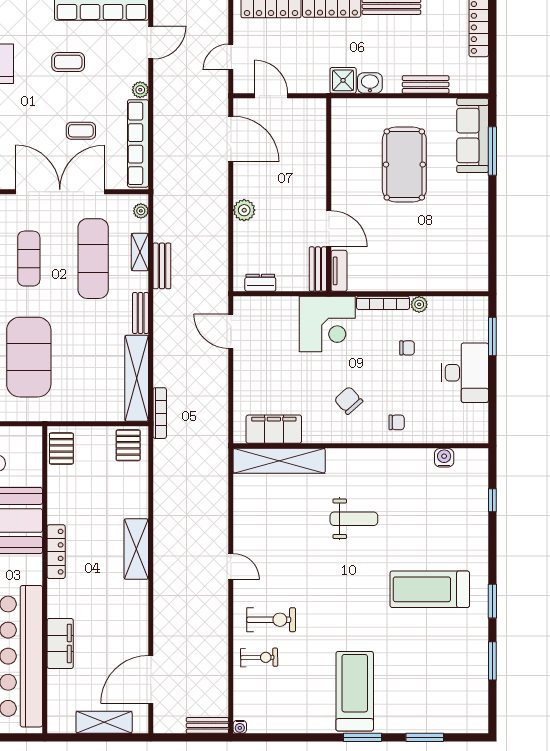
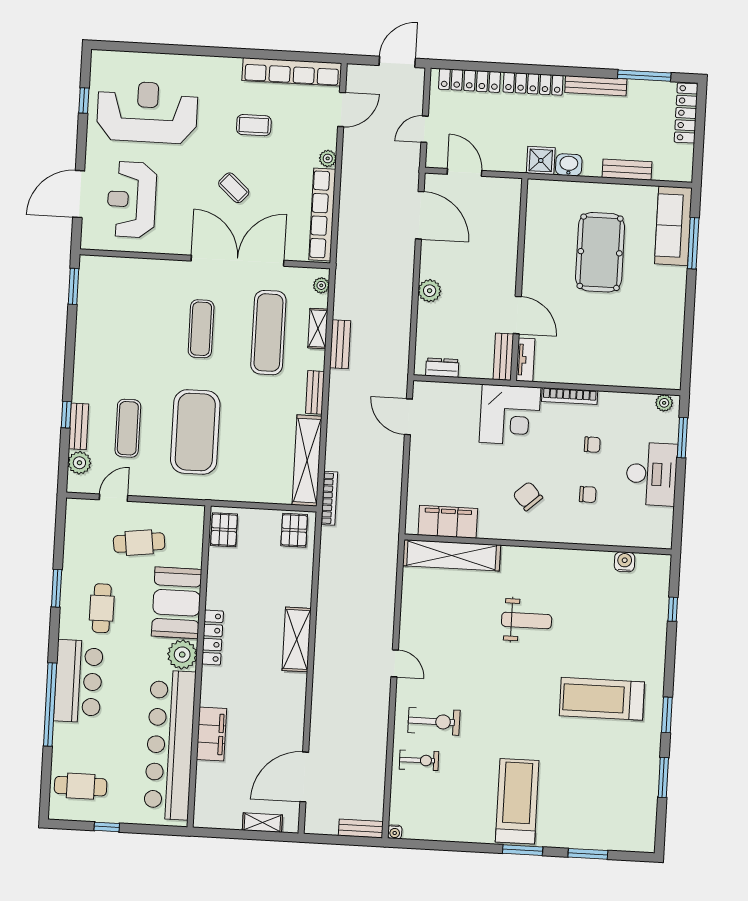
coffee table: (81, 131) -> (234, 188), moved, turned 42
plant: (419, 304) -> (664, 403), moved
chair: (397, 422) -> (588, 494), moved
plant: (28, 569) -> (182, 655), added
shelving: (104, 722) -> (262, 823), width x0.67, depth x0.75

